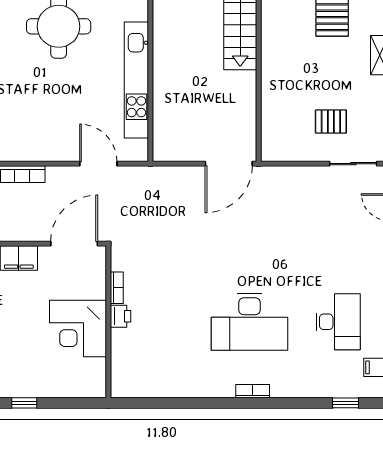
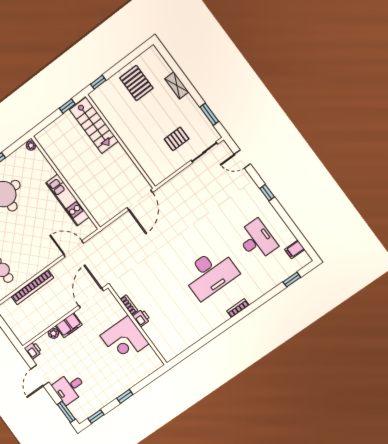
kitchen unit: (136, 80) -> (67, 200), width x0.73

